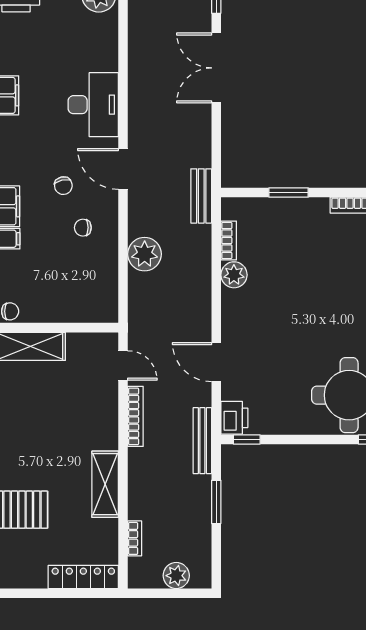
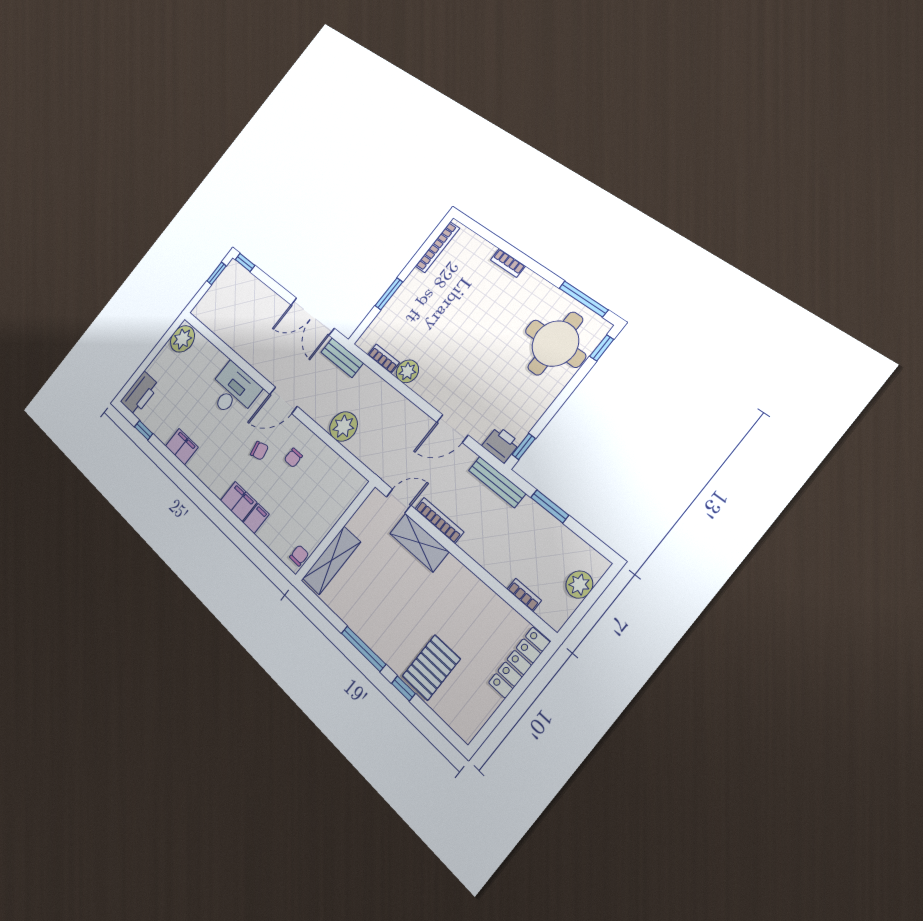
double door: (216, 68) -> (312, 316), moved
shelving: (105, 484) -> (419, 542), moved

